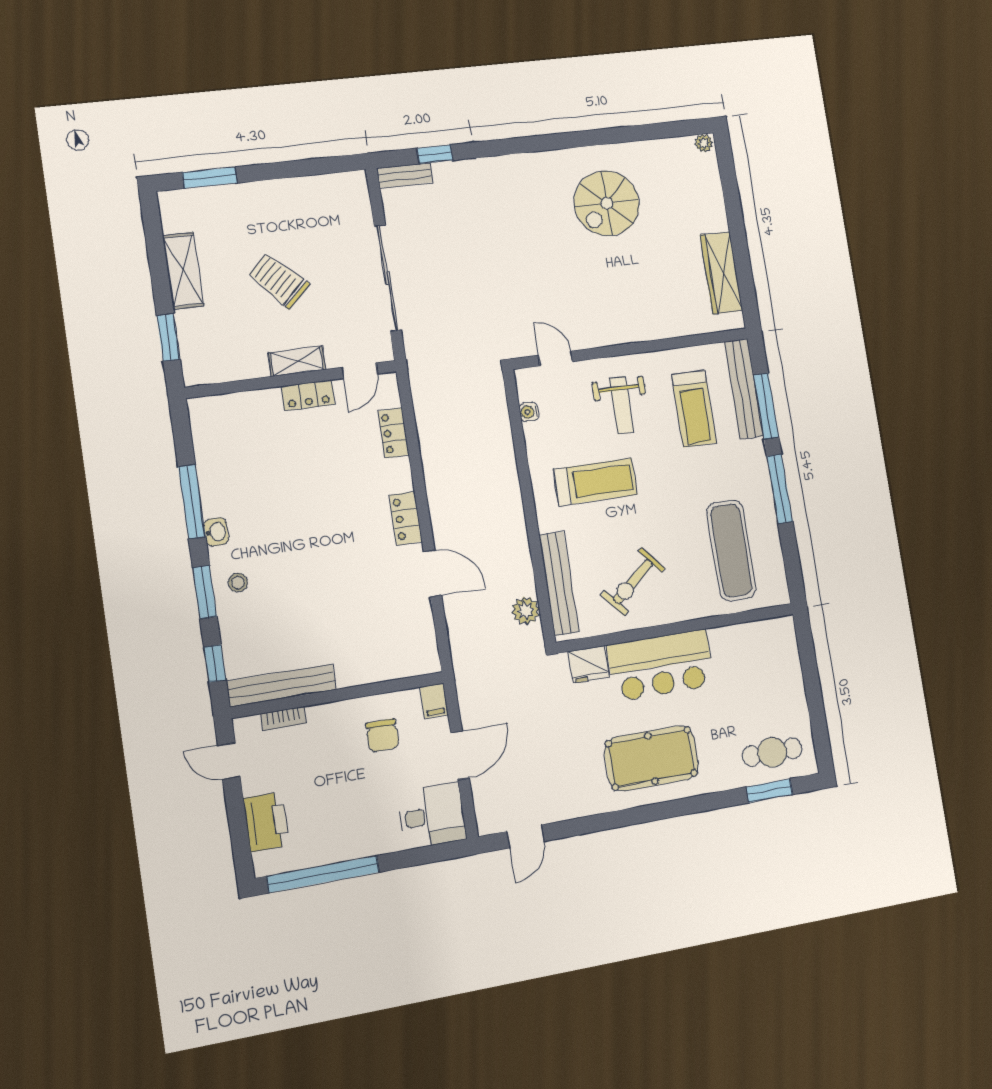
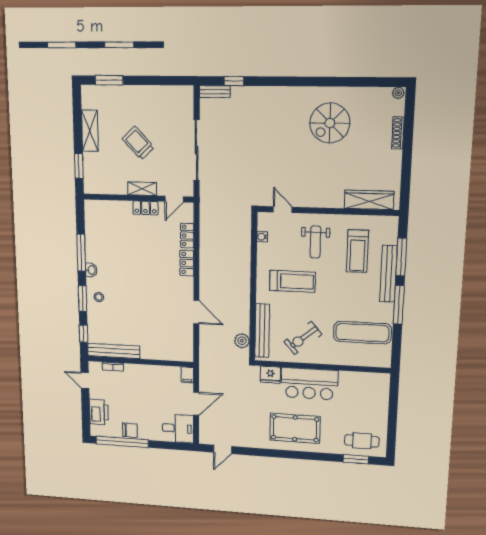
shoe rack: (717, 205) -> (398, 133), added
wardrobe: (721, 273) -> (369, 200), moved, turned 90
bench: (744, 389) -> (388, 274), moved
locker: (406, 518) -> (187, 263), moved
exercise mat: (731, 550) -> (362, 333), turned 90
chair: (382, 735) -> (130, 430), moved, turned -90

